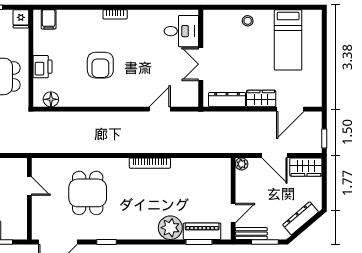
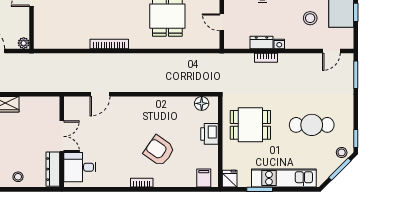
armchair: (100, 65) -> (159, 151), moved, turned -55
dresser: (227, 100) -> (53, 169), moved, turned 90

